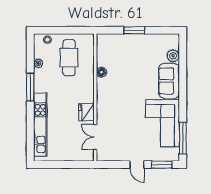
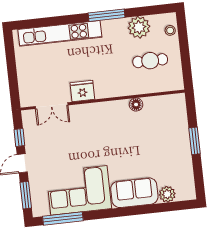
cafe table: (69, 58) -> (150, 61), width x0.73, depth x0.74
plant: (38, 63) -> (139, 27), width x1.88, depth x1.88
double door: (95, 137) -> (52, 106), swing flipped
window: (117, 165) -> (19, 137), added

